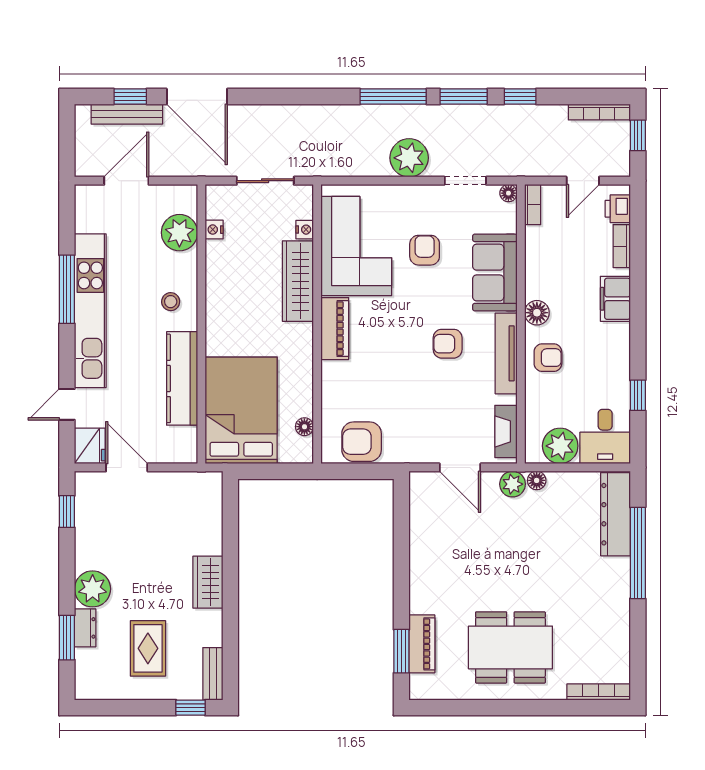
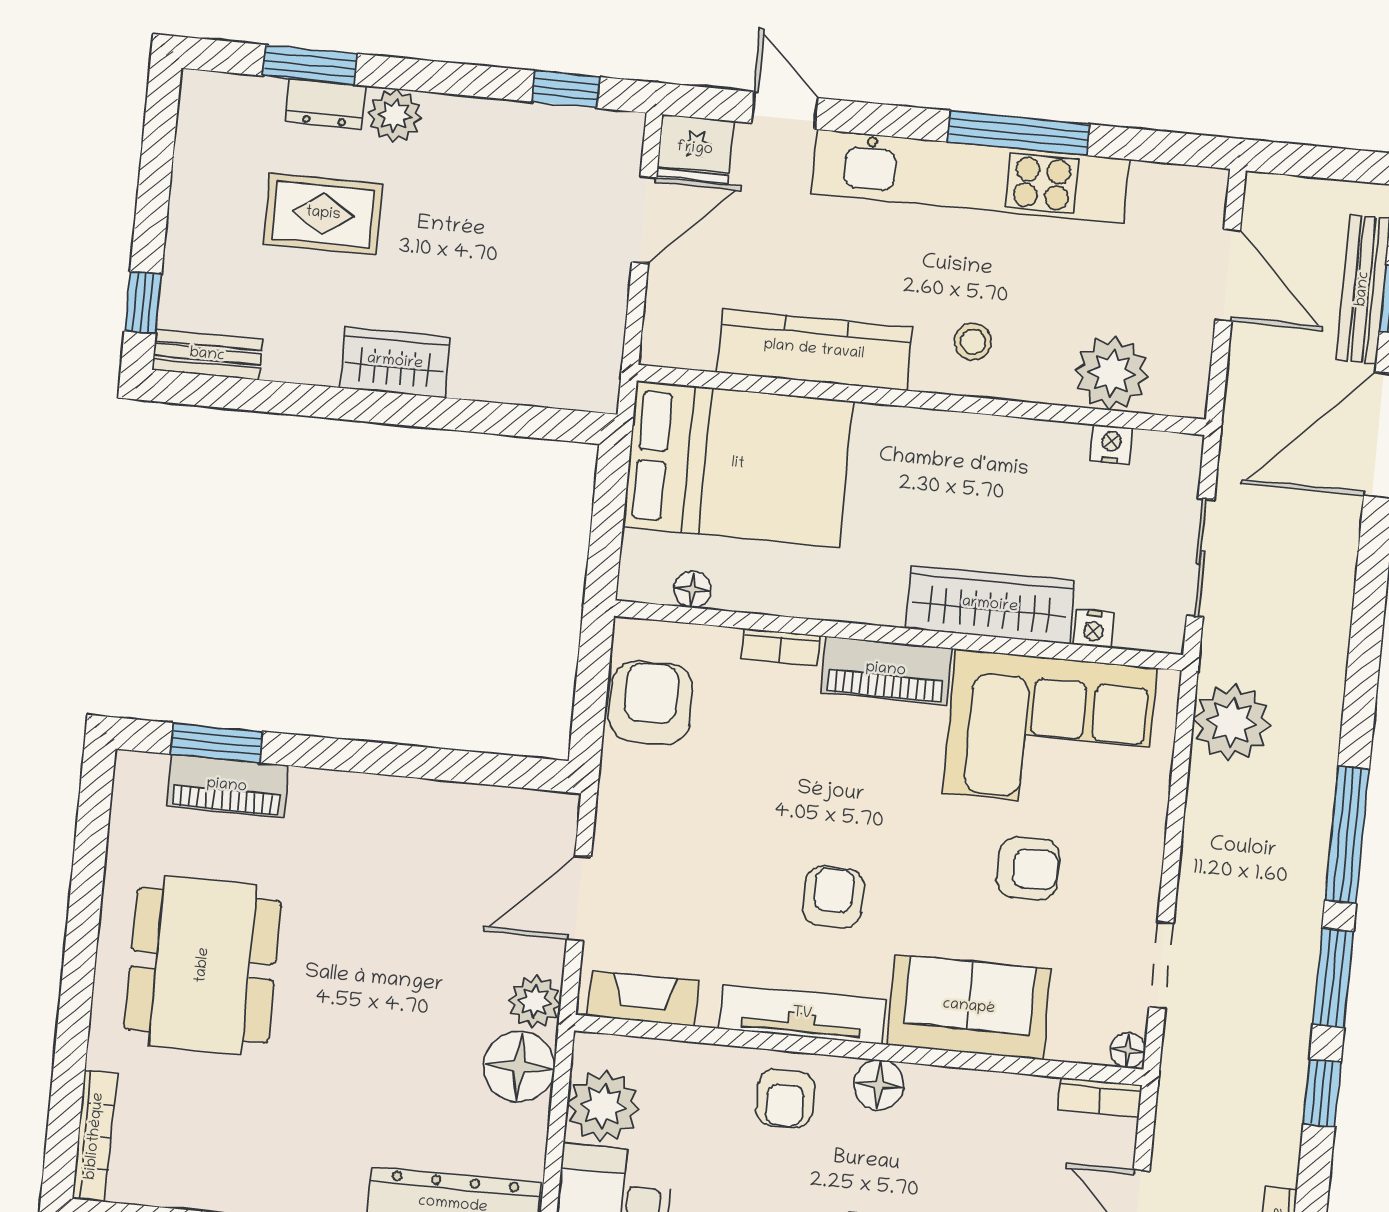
plant: (409, 158) -> (1232, 722), moved
bookcase: (328, 381) -> (781, 647), added
floor lamp: (537, 480) -> (519, 1067), width x1.89, depth x1.89
plant: (93, 589) -> (395, 116), width x0.73, depth x0.73
rug: (148, 648) -> (323, 214), moved

